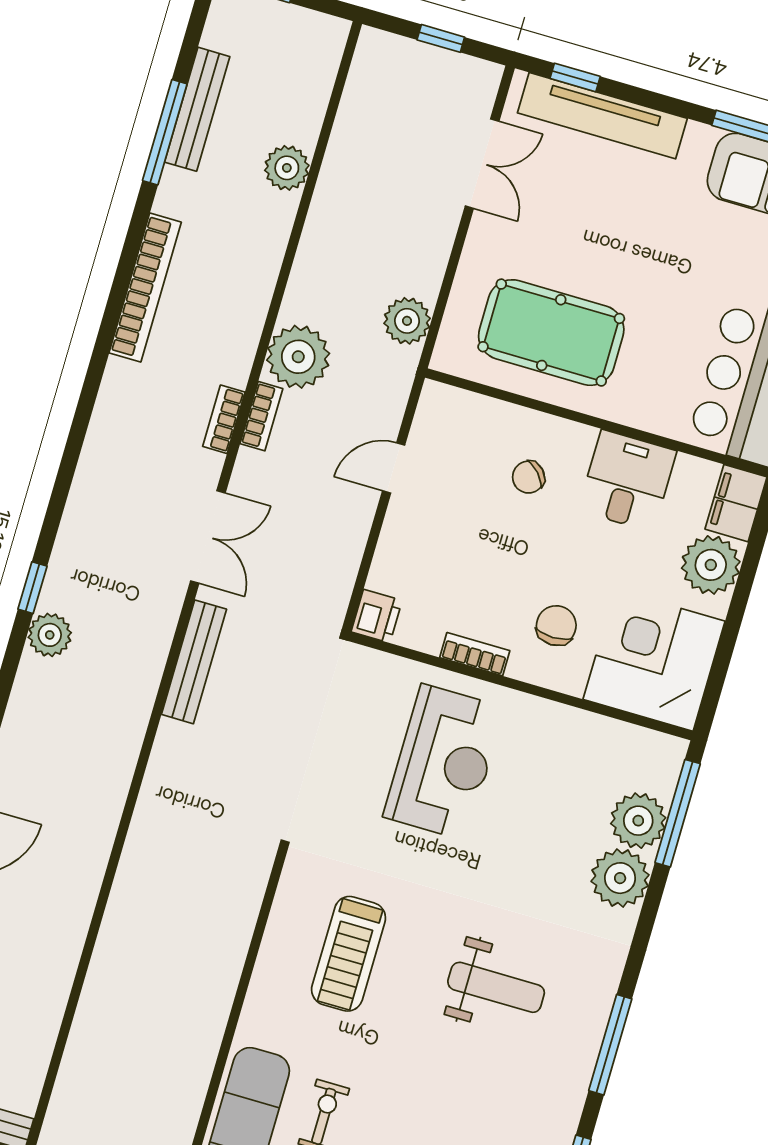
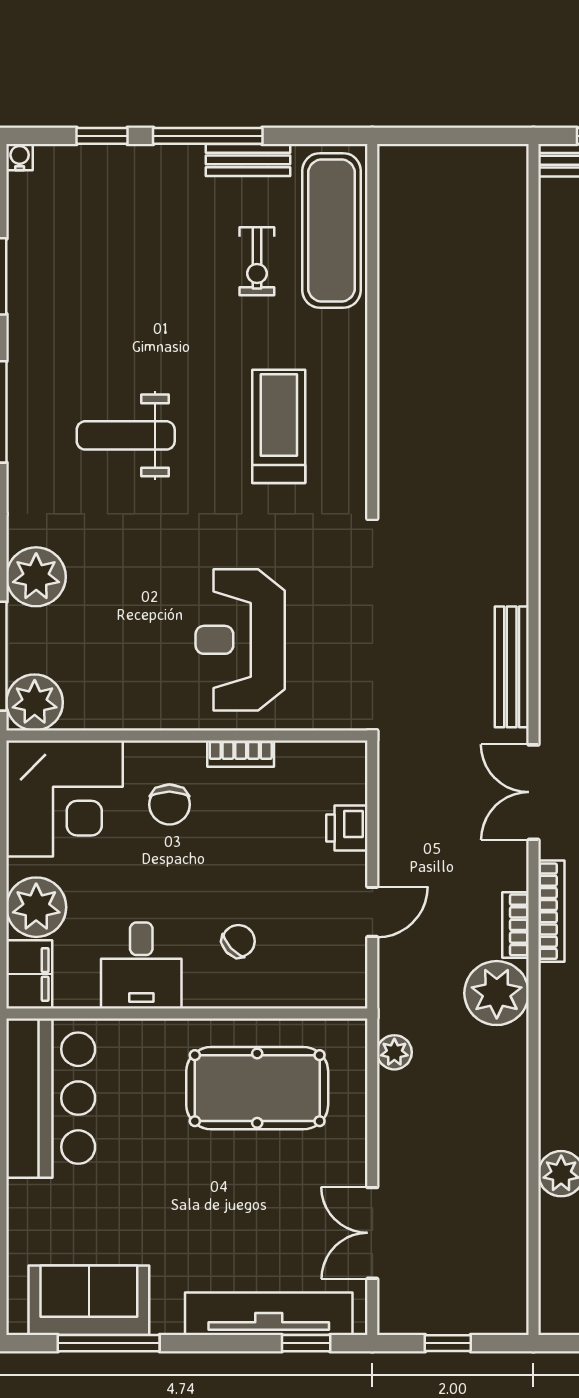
plant: (407, 321) -> (394, 1052), width x0.73, depth x0.73
bookcase: (224, 419) -> (551, 911), width x1.56
printer: (377, 616) -> (347, 828), moved
plant: (638, 821) -> (35, 702), moved

